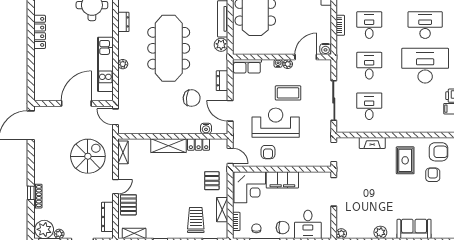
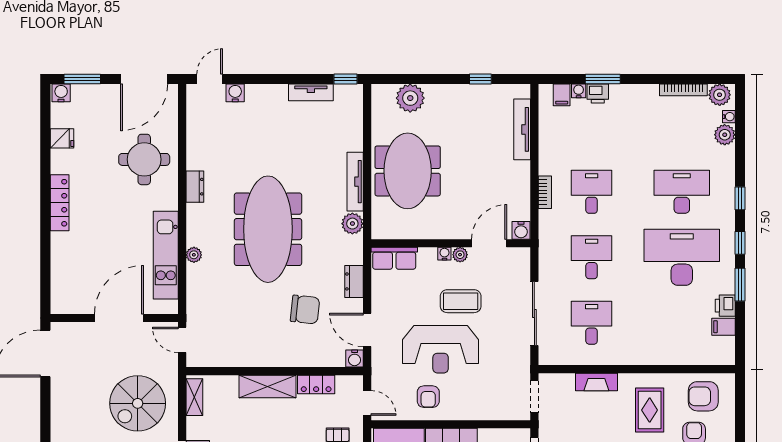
reception desk: (276, 123) -> (441, 349), turned 180
water cooler: (206, 128) -> (355, 359), moved
armchair: (438, 152) -> (703, 396), turned 180
spiral stairs: (88, 156) -> (138, 403), turned 180

